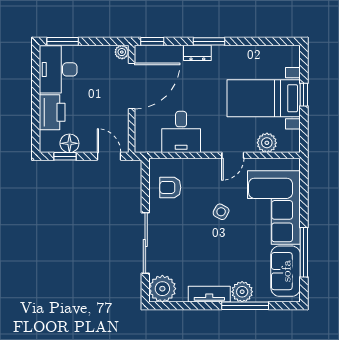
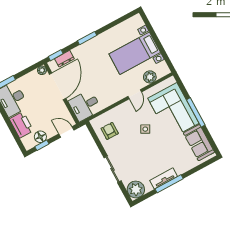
dresser: (197, 53) -> (64, 59), moved
window: (304, 95) -> (156, 39), removed
desk: (181, 132) -> (85, 106), moved, turned 90
armchair: (170, 187) -> (110, 131), turned 90
sliding door: (145, 243) -> (113, 169), width x0.73
window: (304, 252) -> (196, 112), moved
plant: (242, 292) -> (181, 167), removed
window: (245, 306) -> (169, 184), moved

